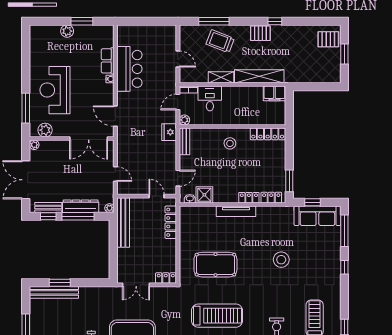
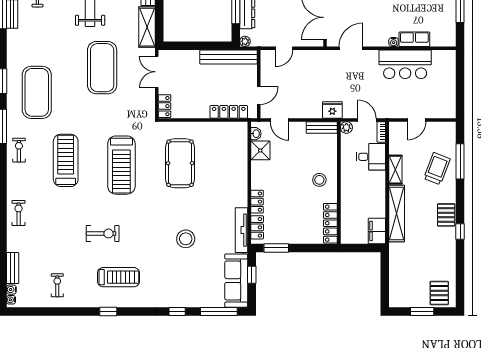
tv unit: (236, 211) -> (241, 230), moved
shelving: (97, 293) -> (147, 27), added

